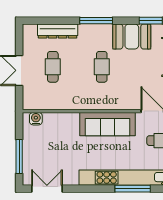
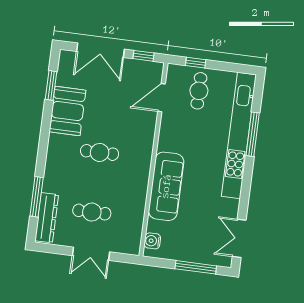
window: (96, 21) -> (37, 197), moved
dresser: (58, 31) -> (47, 218), moved
sofa: (107, 124) -> (166, 186), moved

